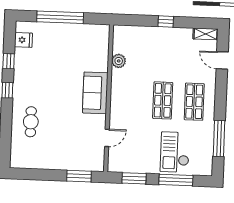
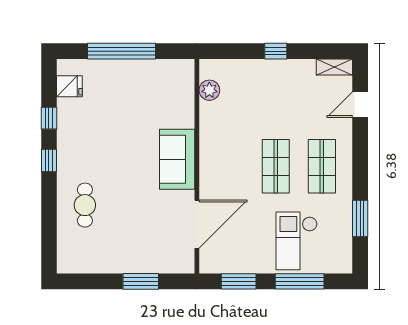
door: (222, 60) -> (360, 105), hinge flipped
plant: (119, 61) -> (209, 90), moved
door: (107, 138) -> (197, 224), width x1.88
window: (219, 139) -> (360, 219), width x0.69
window: (79, 176) -> (141, 281), moved

